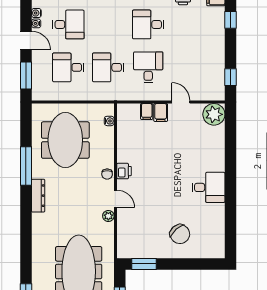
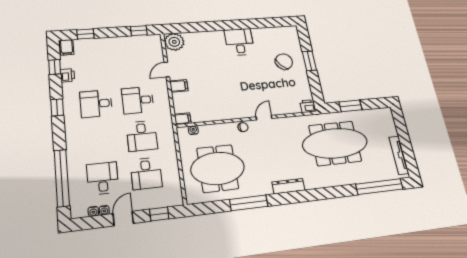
desk: (148, 24) -> (96, 104), turned 90
window: (26, 75) -> (159, 214), width x0.67
filing cabinet: (147, 112) -> (183, 119), moved
printer: (124, 171) -> (308, 106), moved
dresser: (38, 196) -> (288, 186), moved
plant: (108, 216) -> (281, 122), removed
window: (144, 264) -> (309, 61), moved

